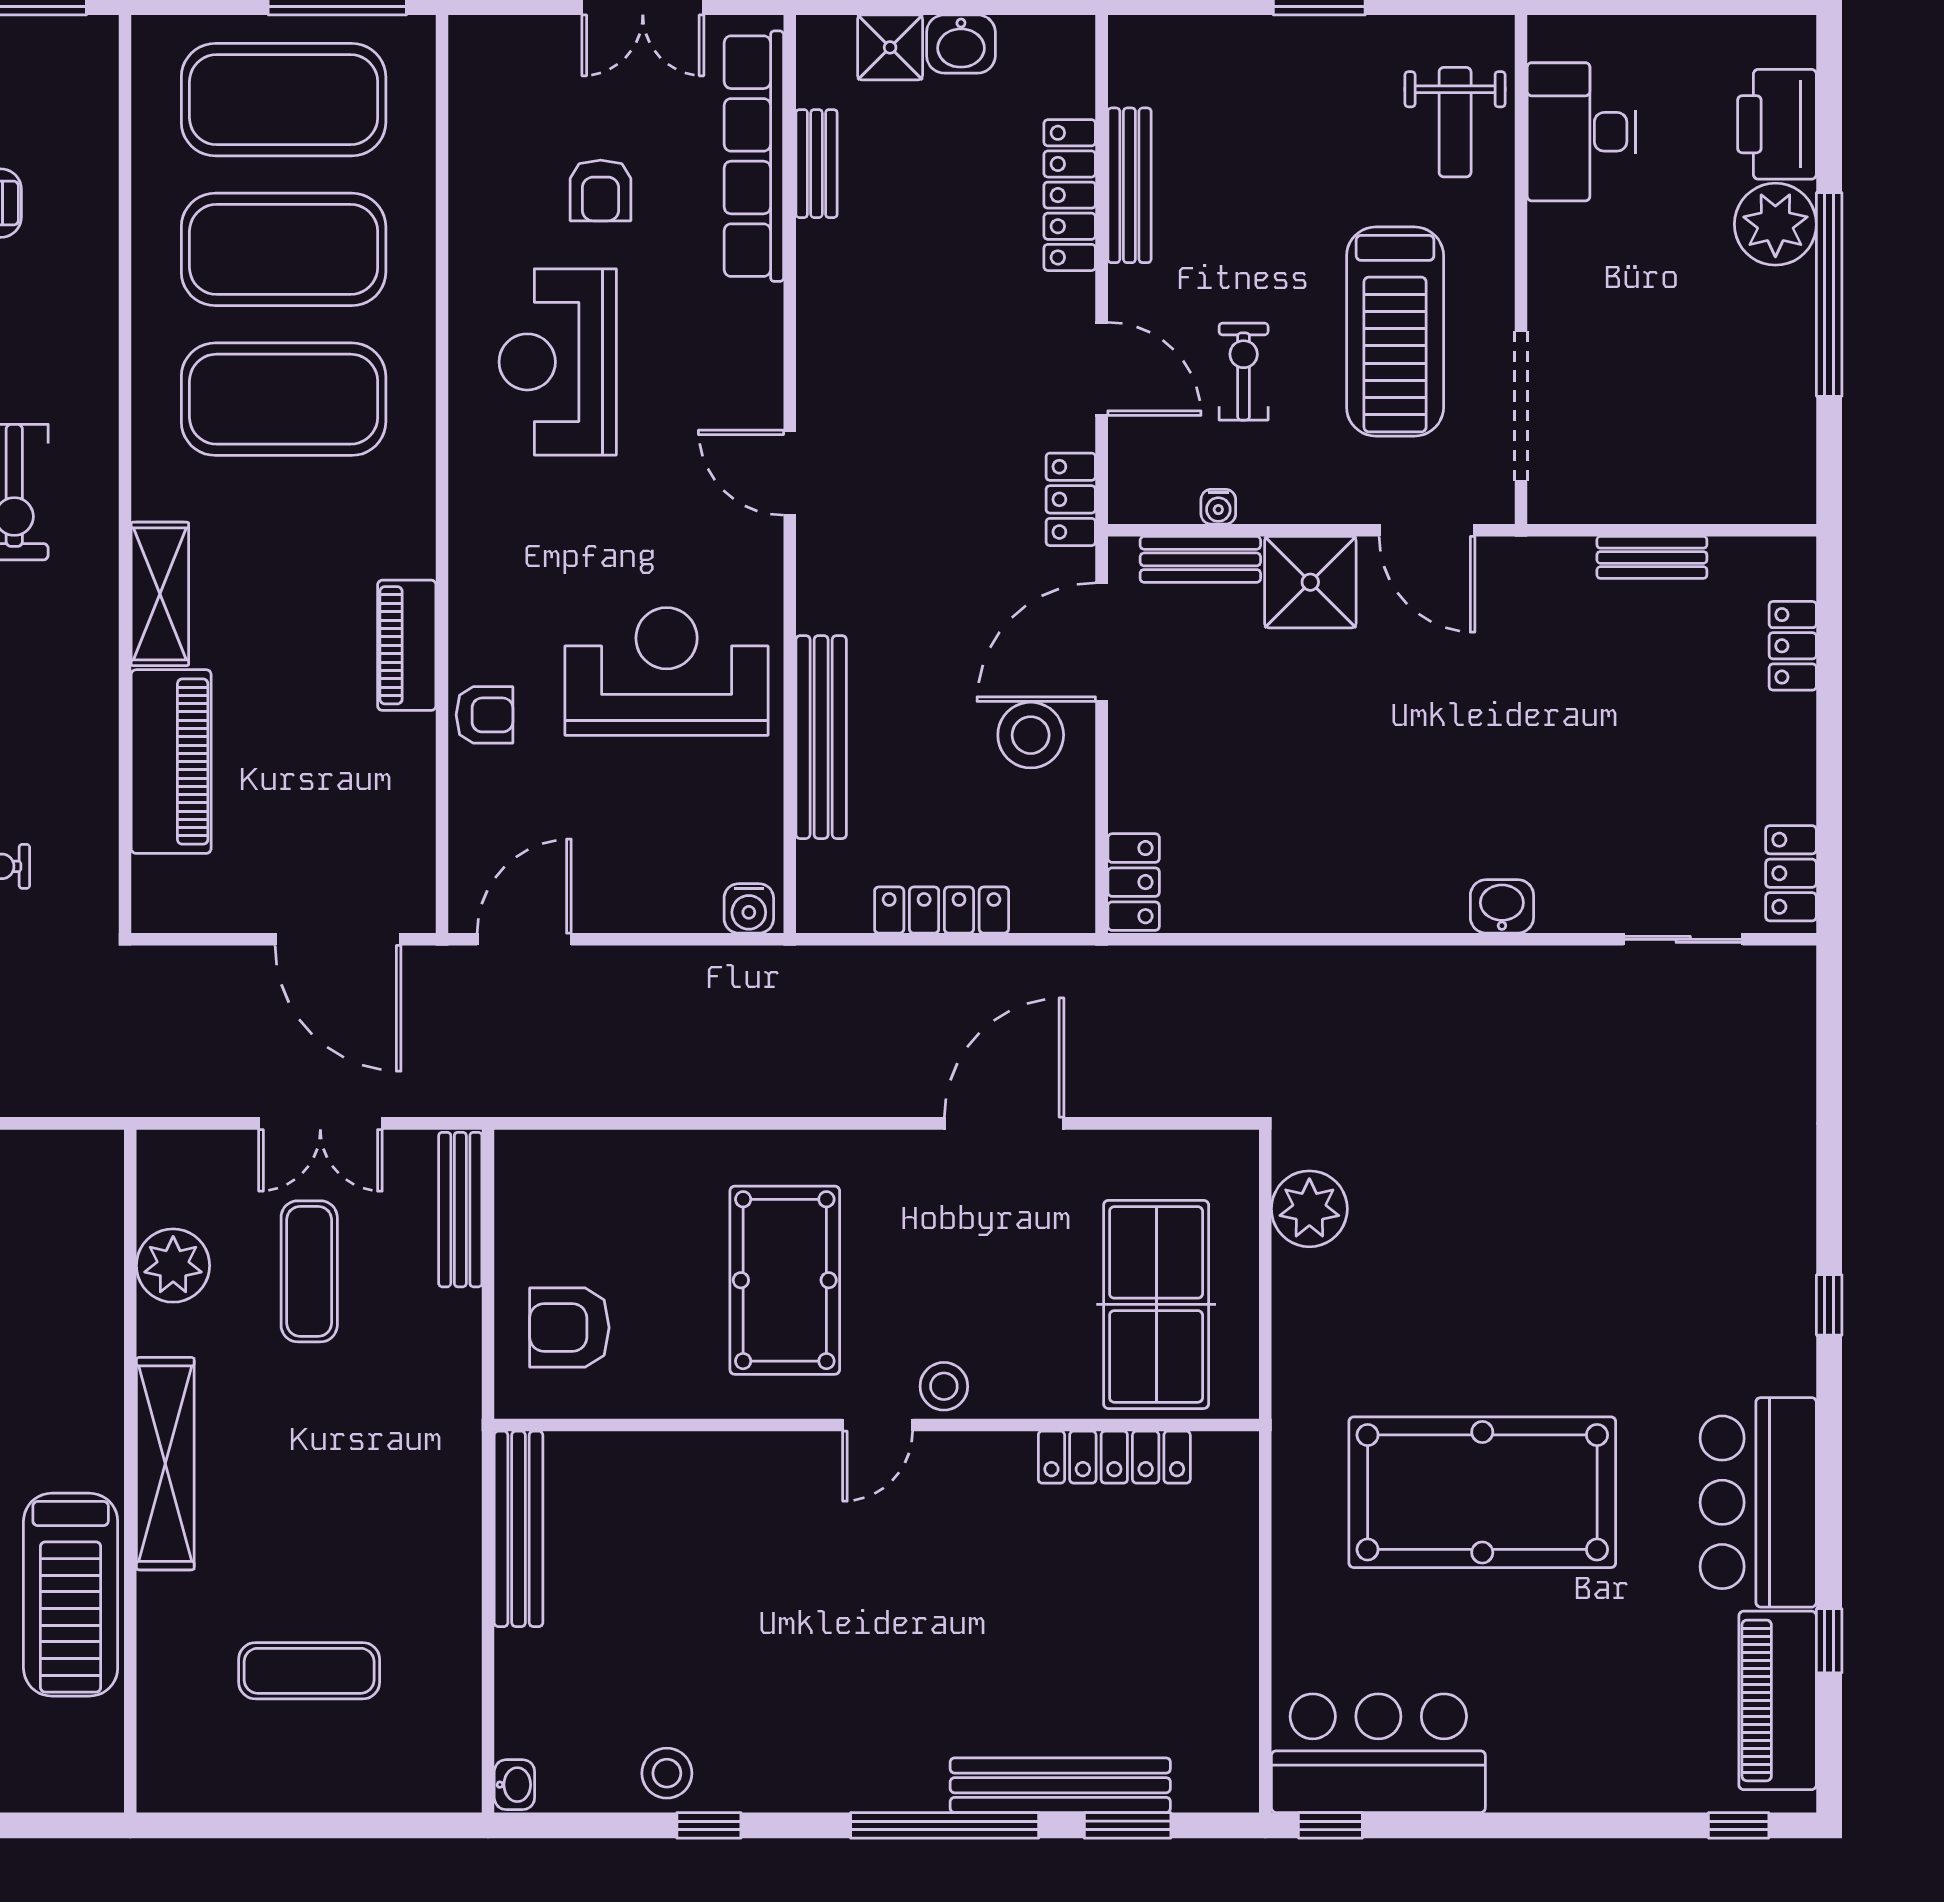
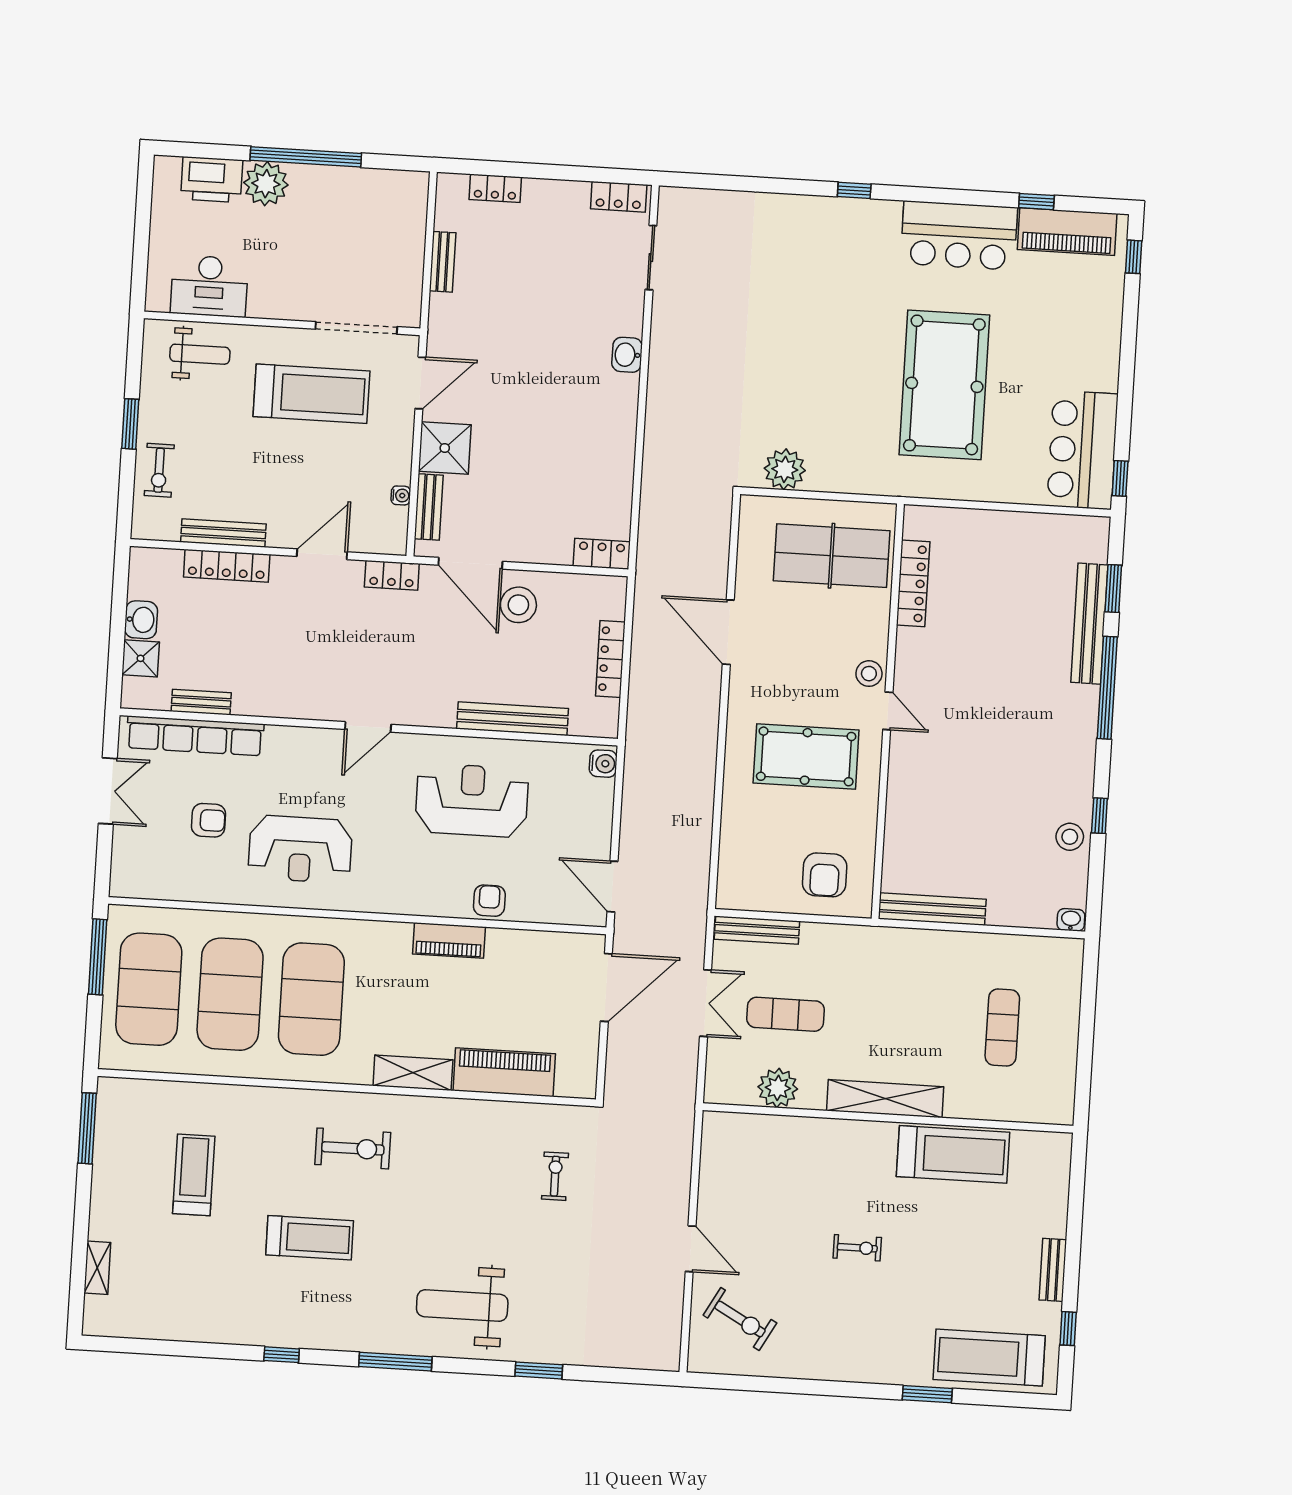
exercise bike: (1244, 372) -> (159, 470), moved, turned -90
reception desk: (667, 671) -> (472, 800), turned 90

